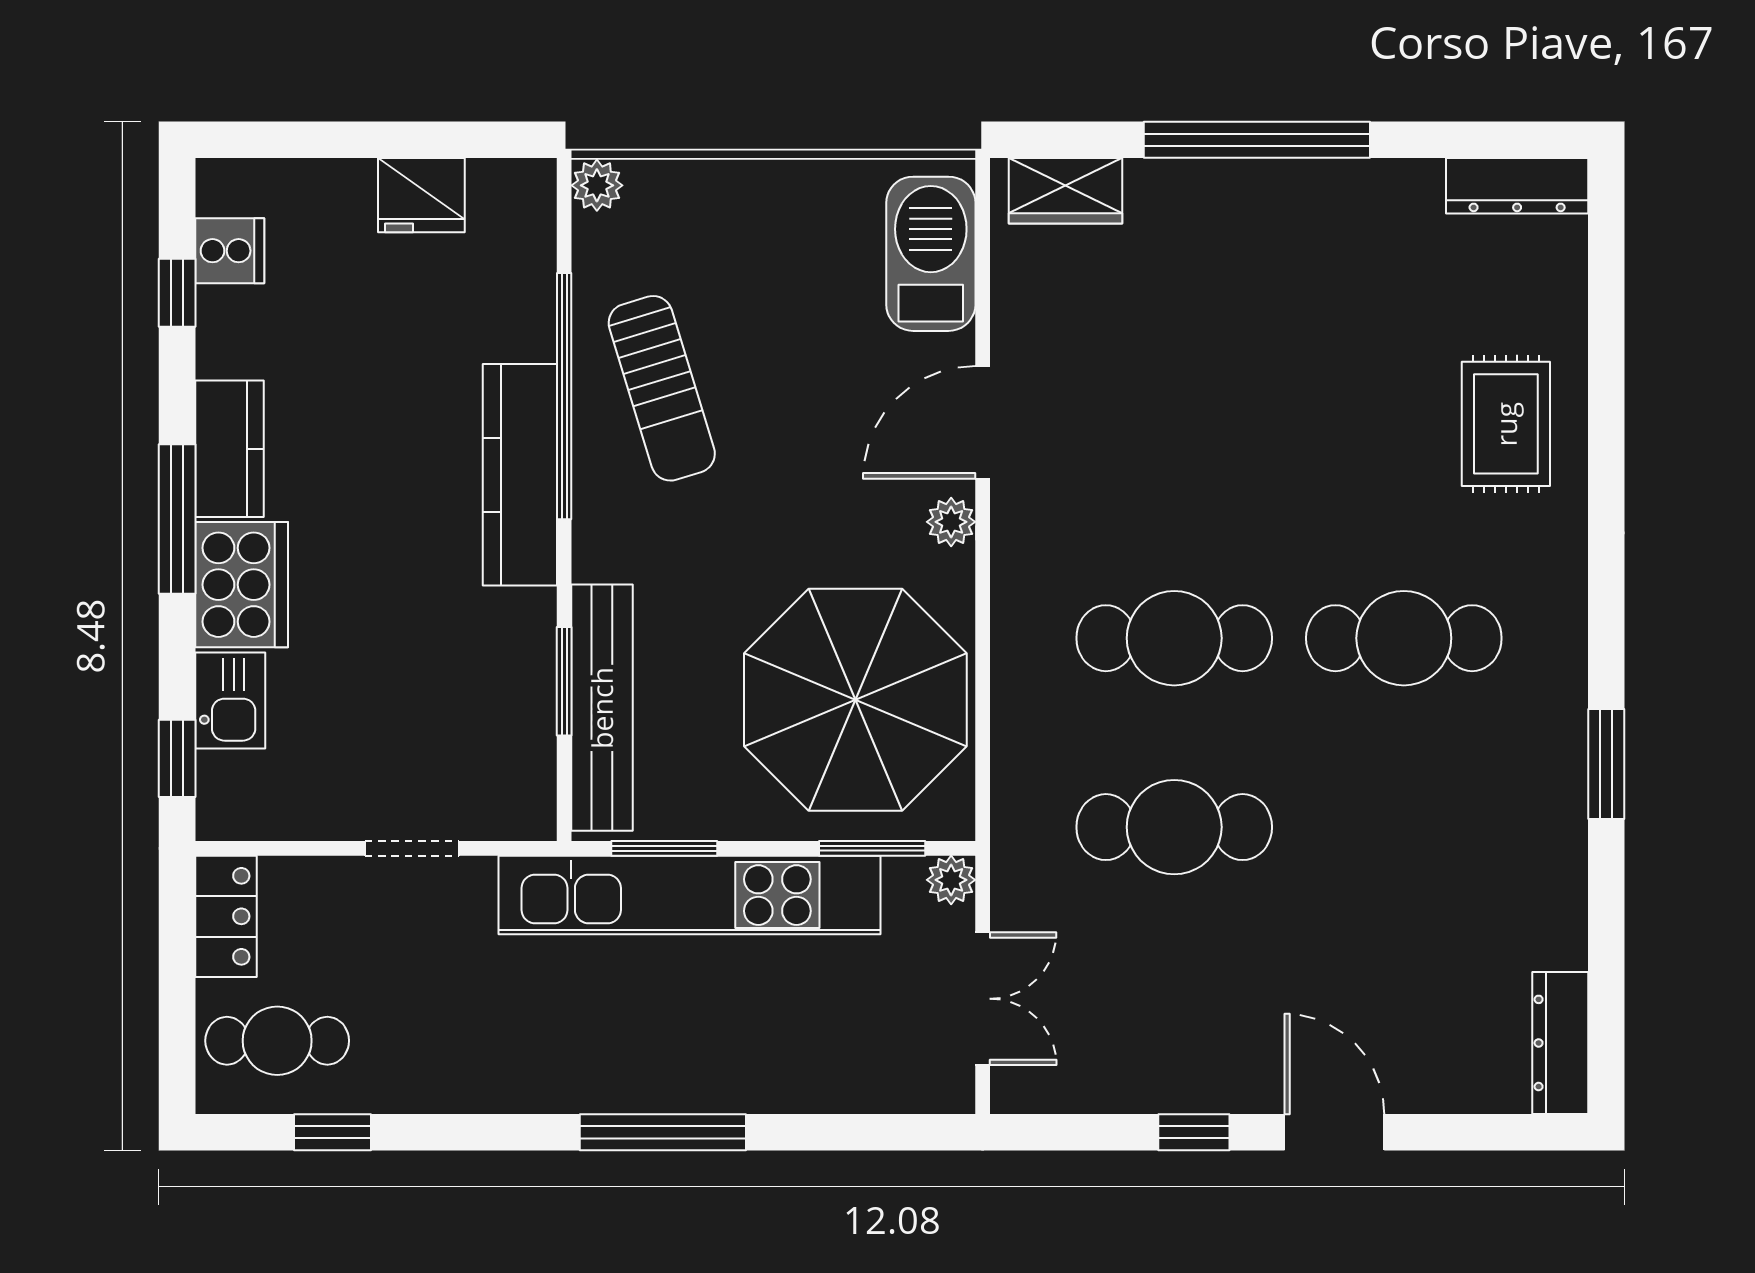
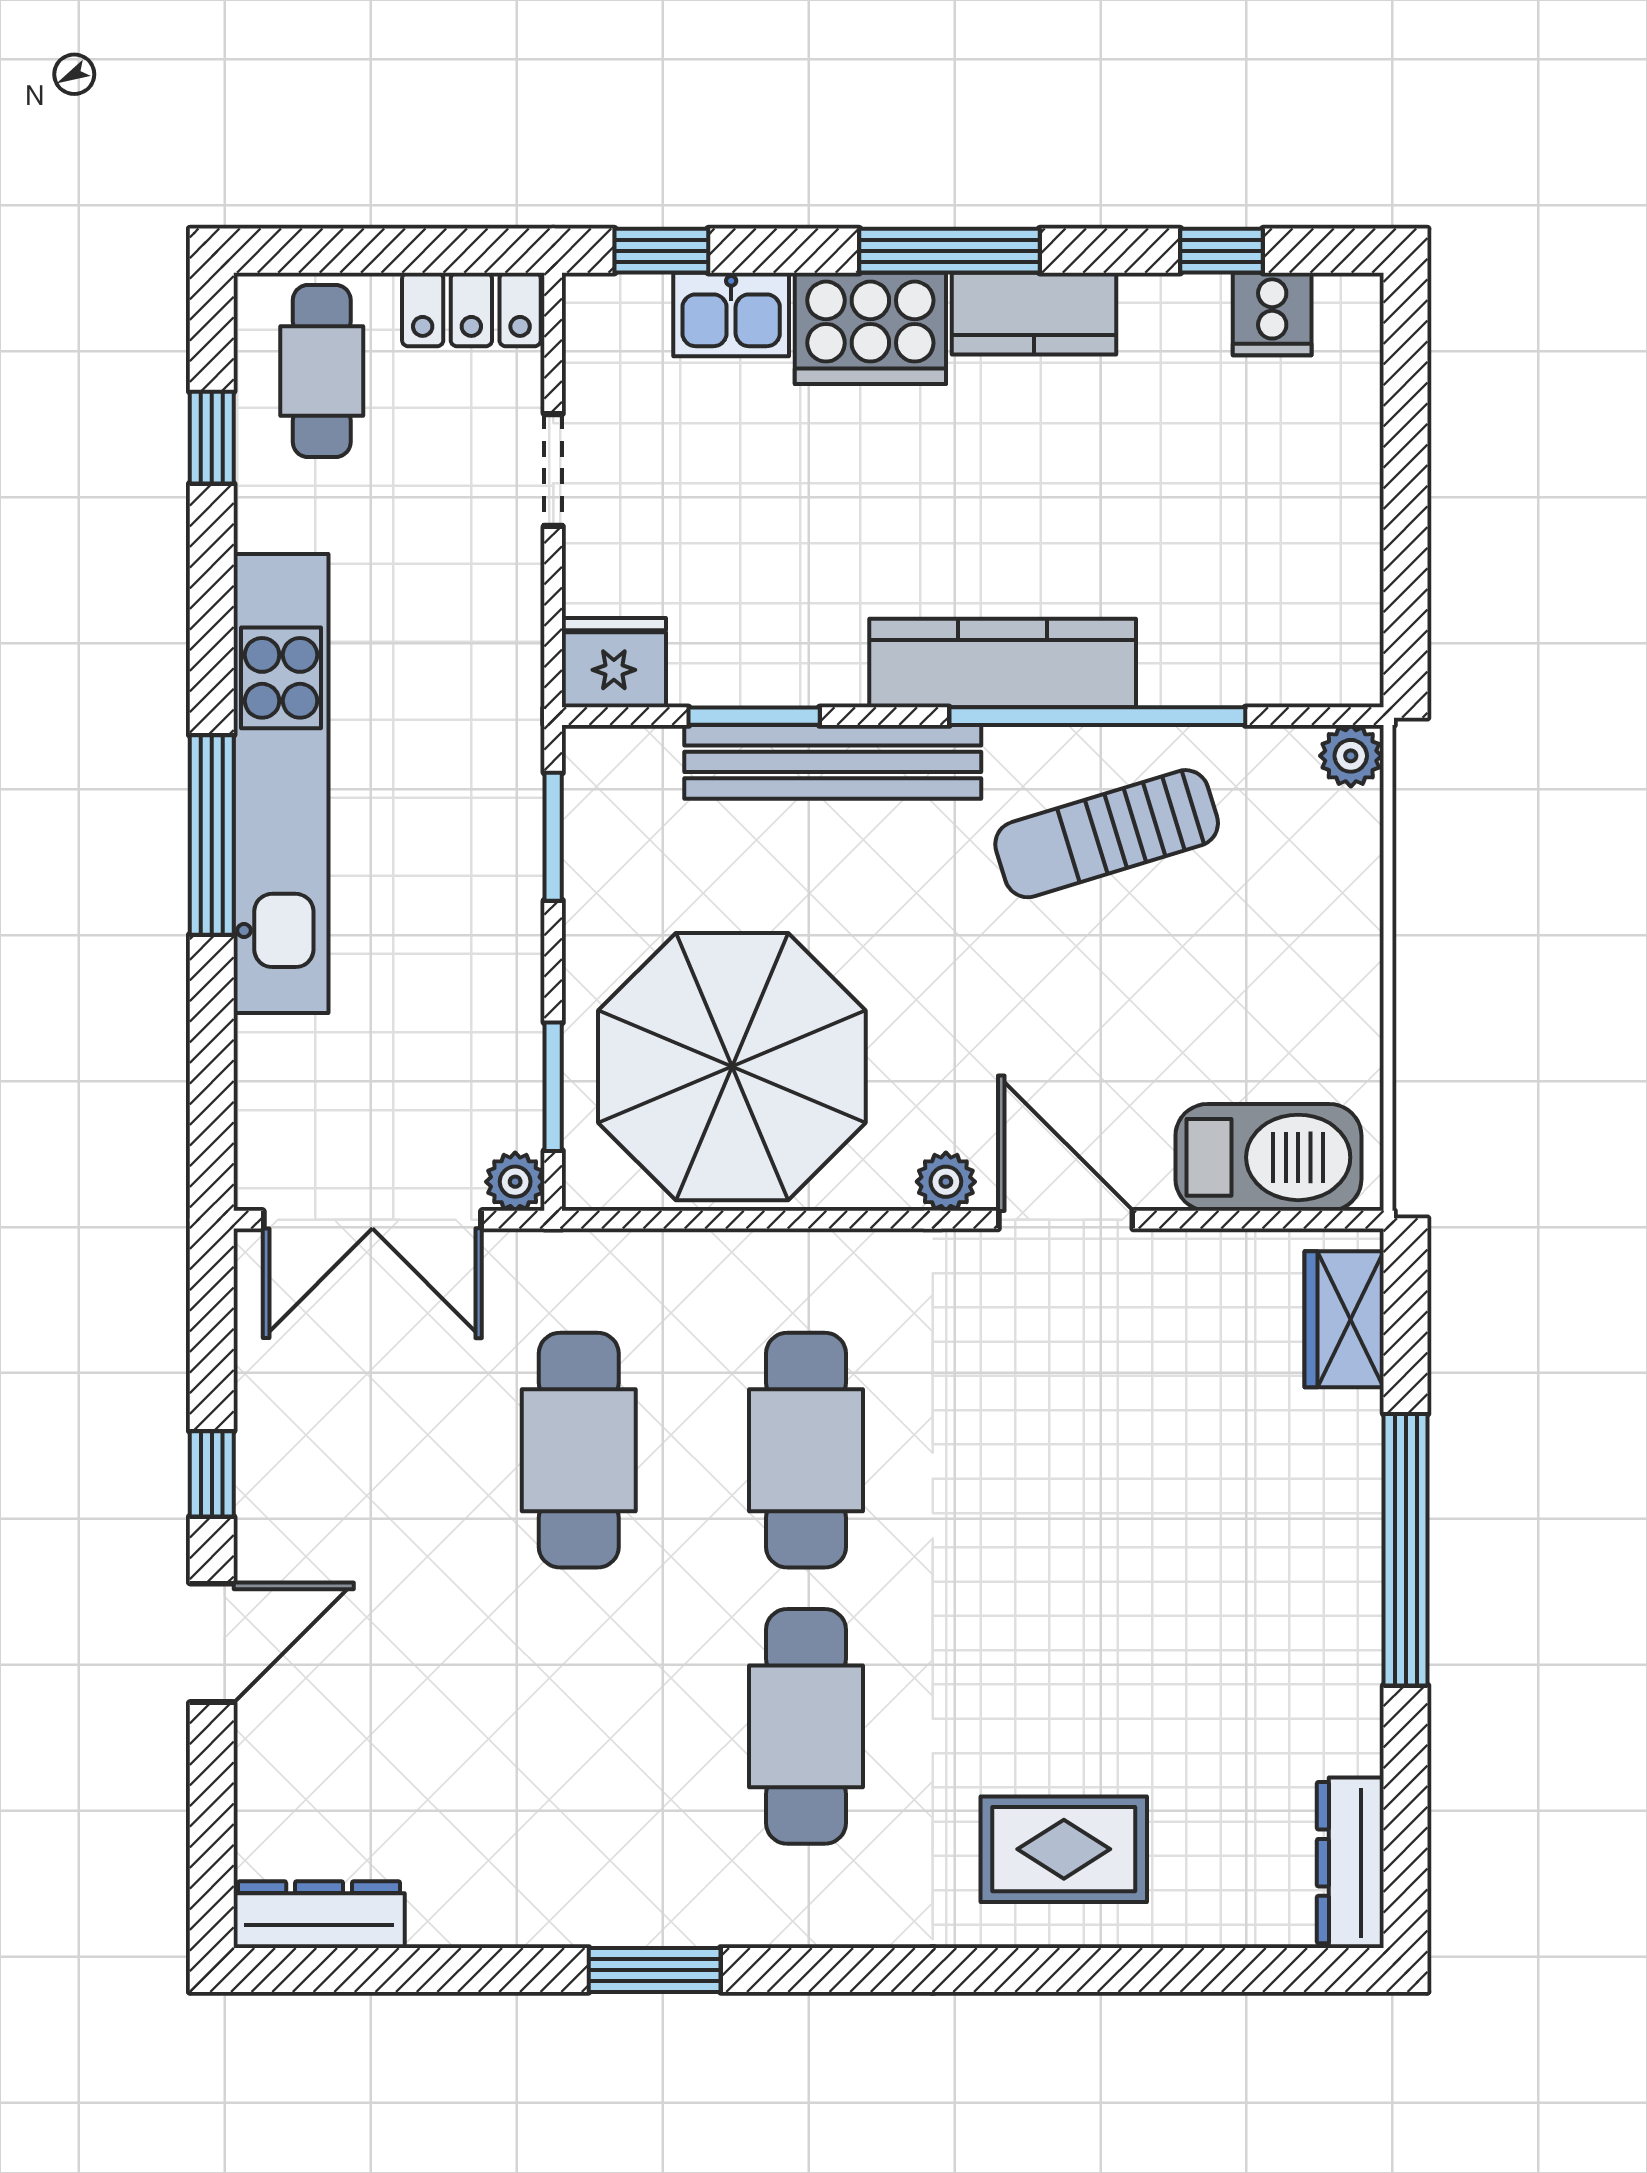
fridge: (421, 195) -> (614, 663), moved, turned 90
bench: (602, 708) -> (833, 762), moved
doorway: (412, 848) -> (553, 470), moved
kitchen unit: (690, 895) -> (281, 783), moved, turned 180
double door: (983, 999) -> (372, 1220), width x1.37

